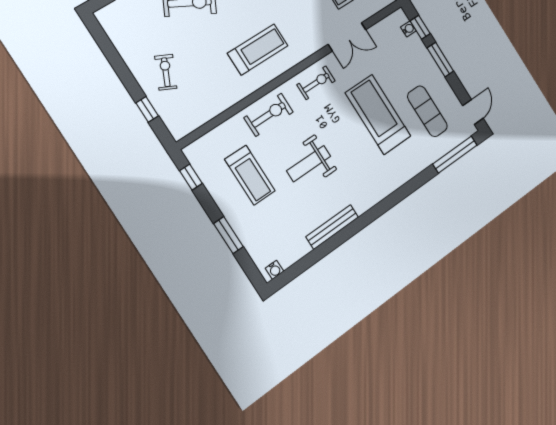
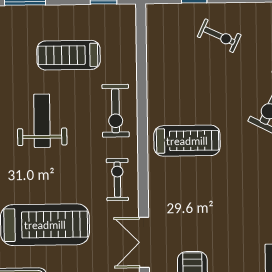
treadmill: (258, 49) -> (187, 141), turned -90
exercise bike: (316, 83) -> (117, 180), turned 180

